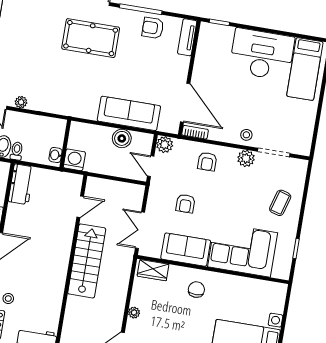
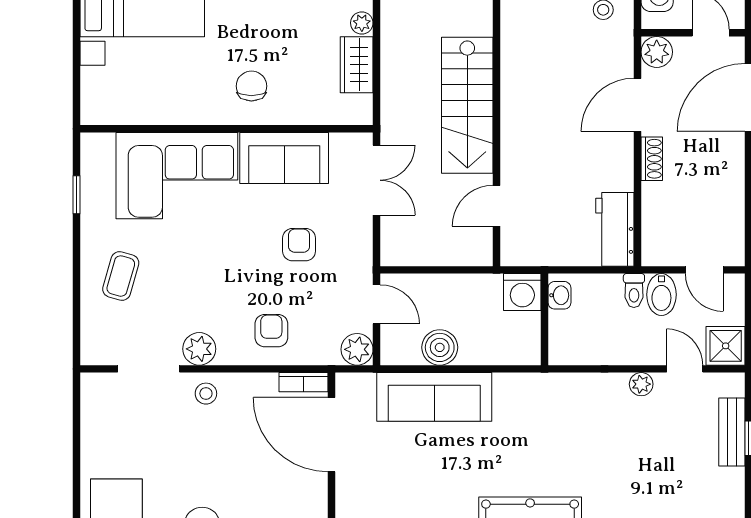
wardrobe: (153, 270) -> (357, 65), moved, turned -90
chair: (196, 290) -> (251, 86), turned 180

